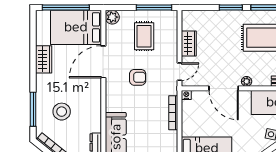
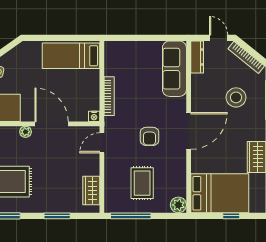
window: (66, 8) -> (231, 216), width x0.32
window: (231, 8) -> (57, 216), moved
wardrobe: (189, 44) -> (91, 191), moved
door: (103, 62) -> (189, 131), moved
armchair: (138, 77) -> (149, 136), turned -90

